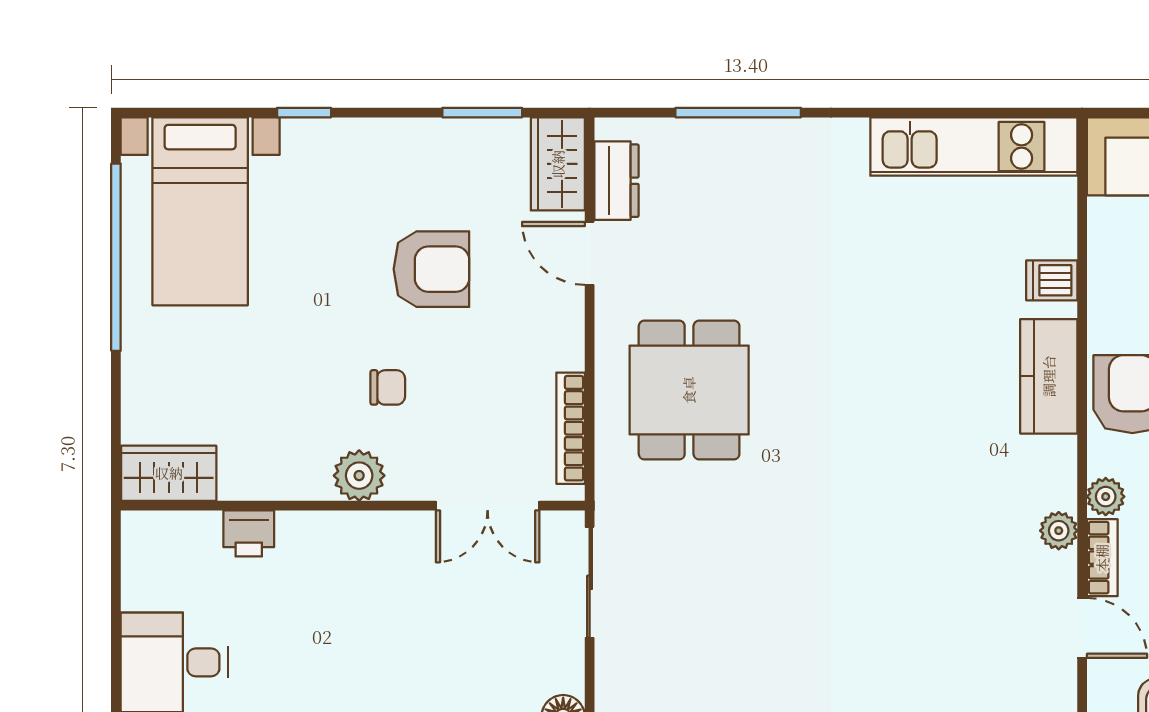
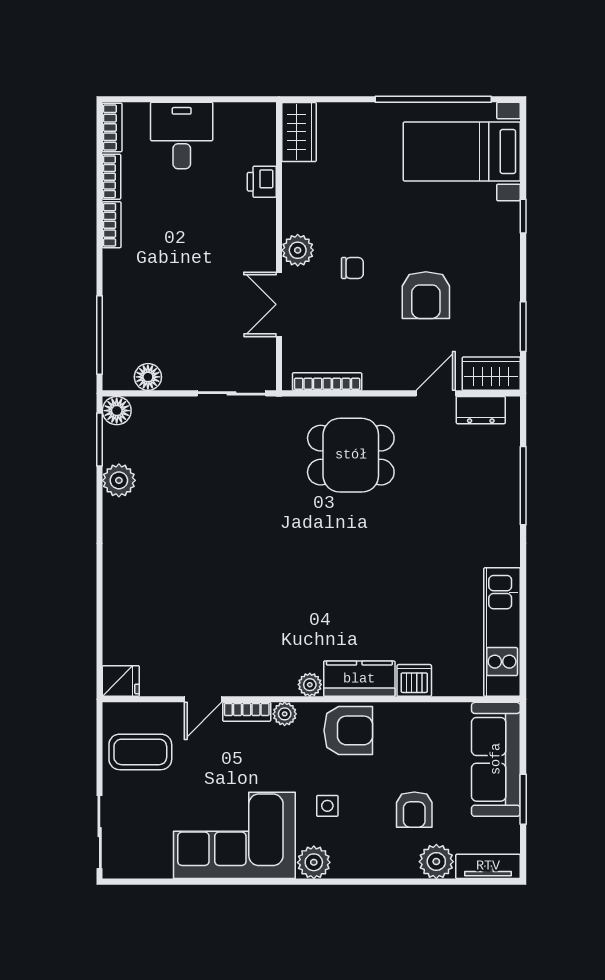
dishwasher: (1052, 280) -> (414, 680), width x1.38
chair: (388, 387) -> (352, 268), turned -90
double door: (488, 506) -> (279, 304), moved
plant: (1059, 531) -> (310, 685), moved

